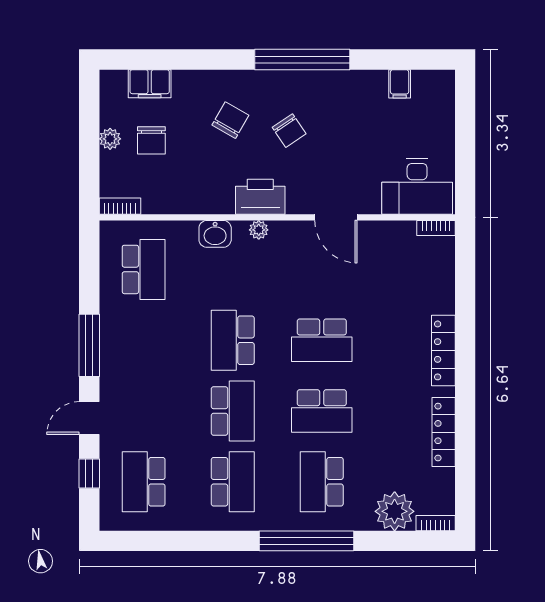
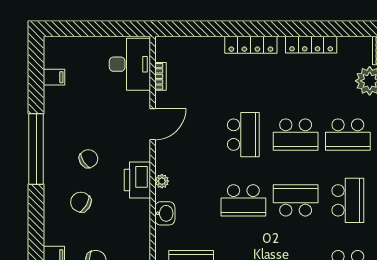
bookcase: (436, 228) -> (160, 76), moved
school desk: (322, 411) -> (296, 135), turned 90
school desk: (233, 482) -> (348, 200), turned 90

